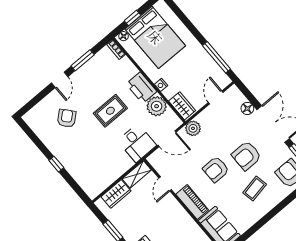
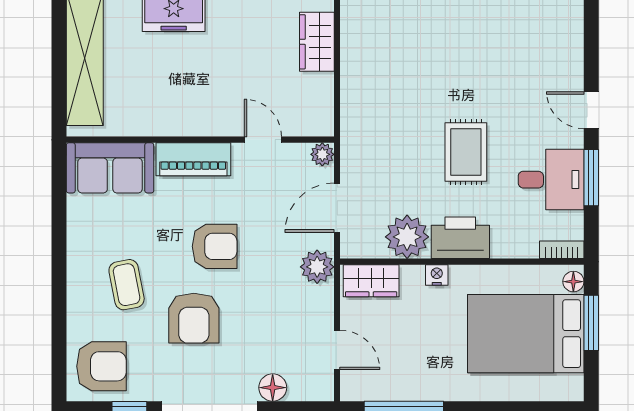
window: (133, 18) -> (591, 323), width x1.50
armchair: (67, 118) -> (516, 67), removed
desk: (137, 143) -> (551, 180), moved, turned 180
armchair: (246, 156) -> (194, 318), turned 180
plant: (153, 159) -> (322, 154), added
armchair: (216, 169) -> (215, 246), turned 90
shelving: (137, 174) -> (320, 105), removed

